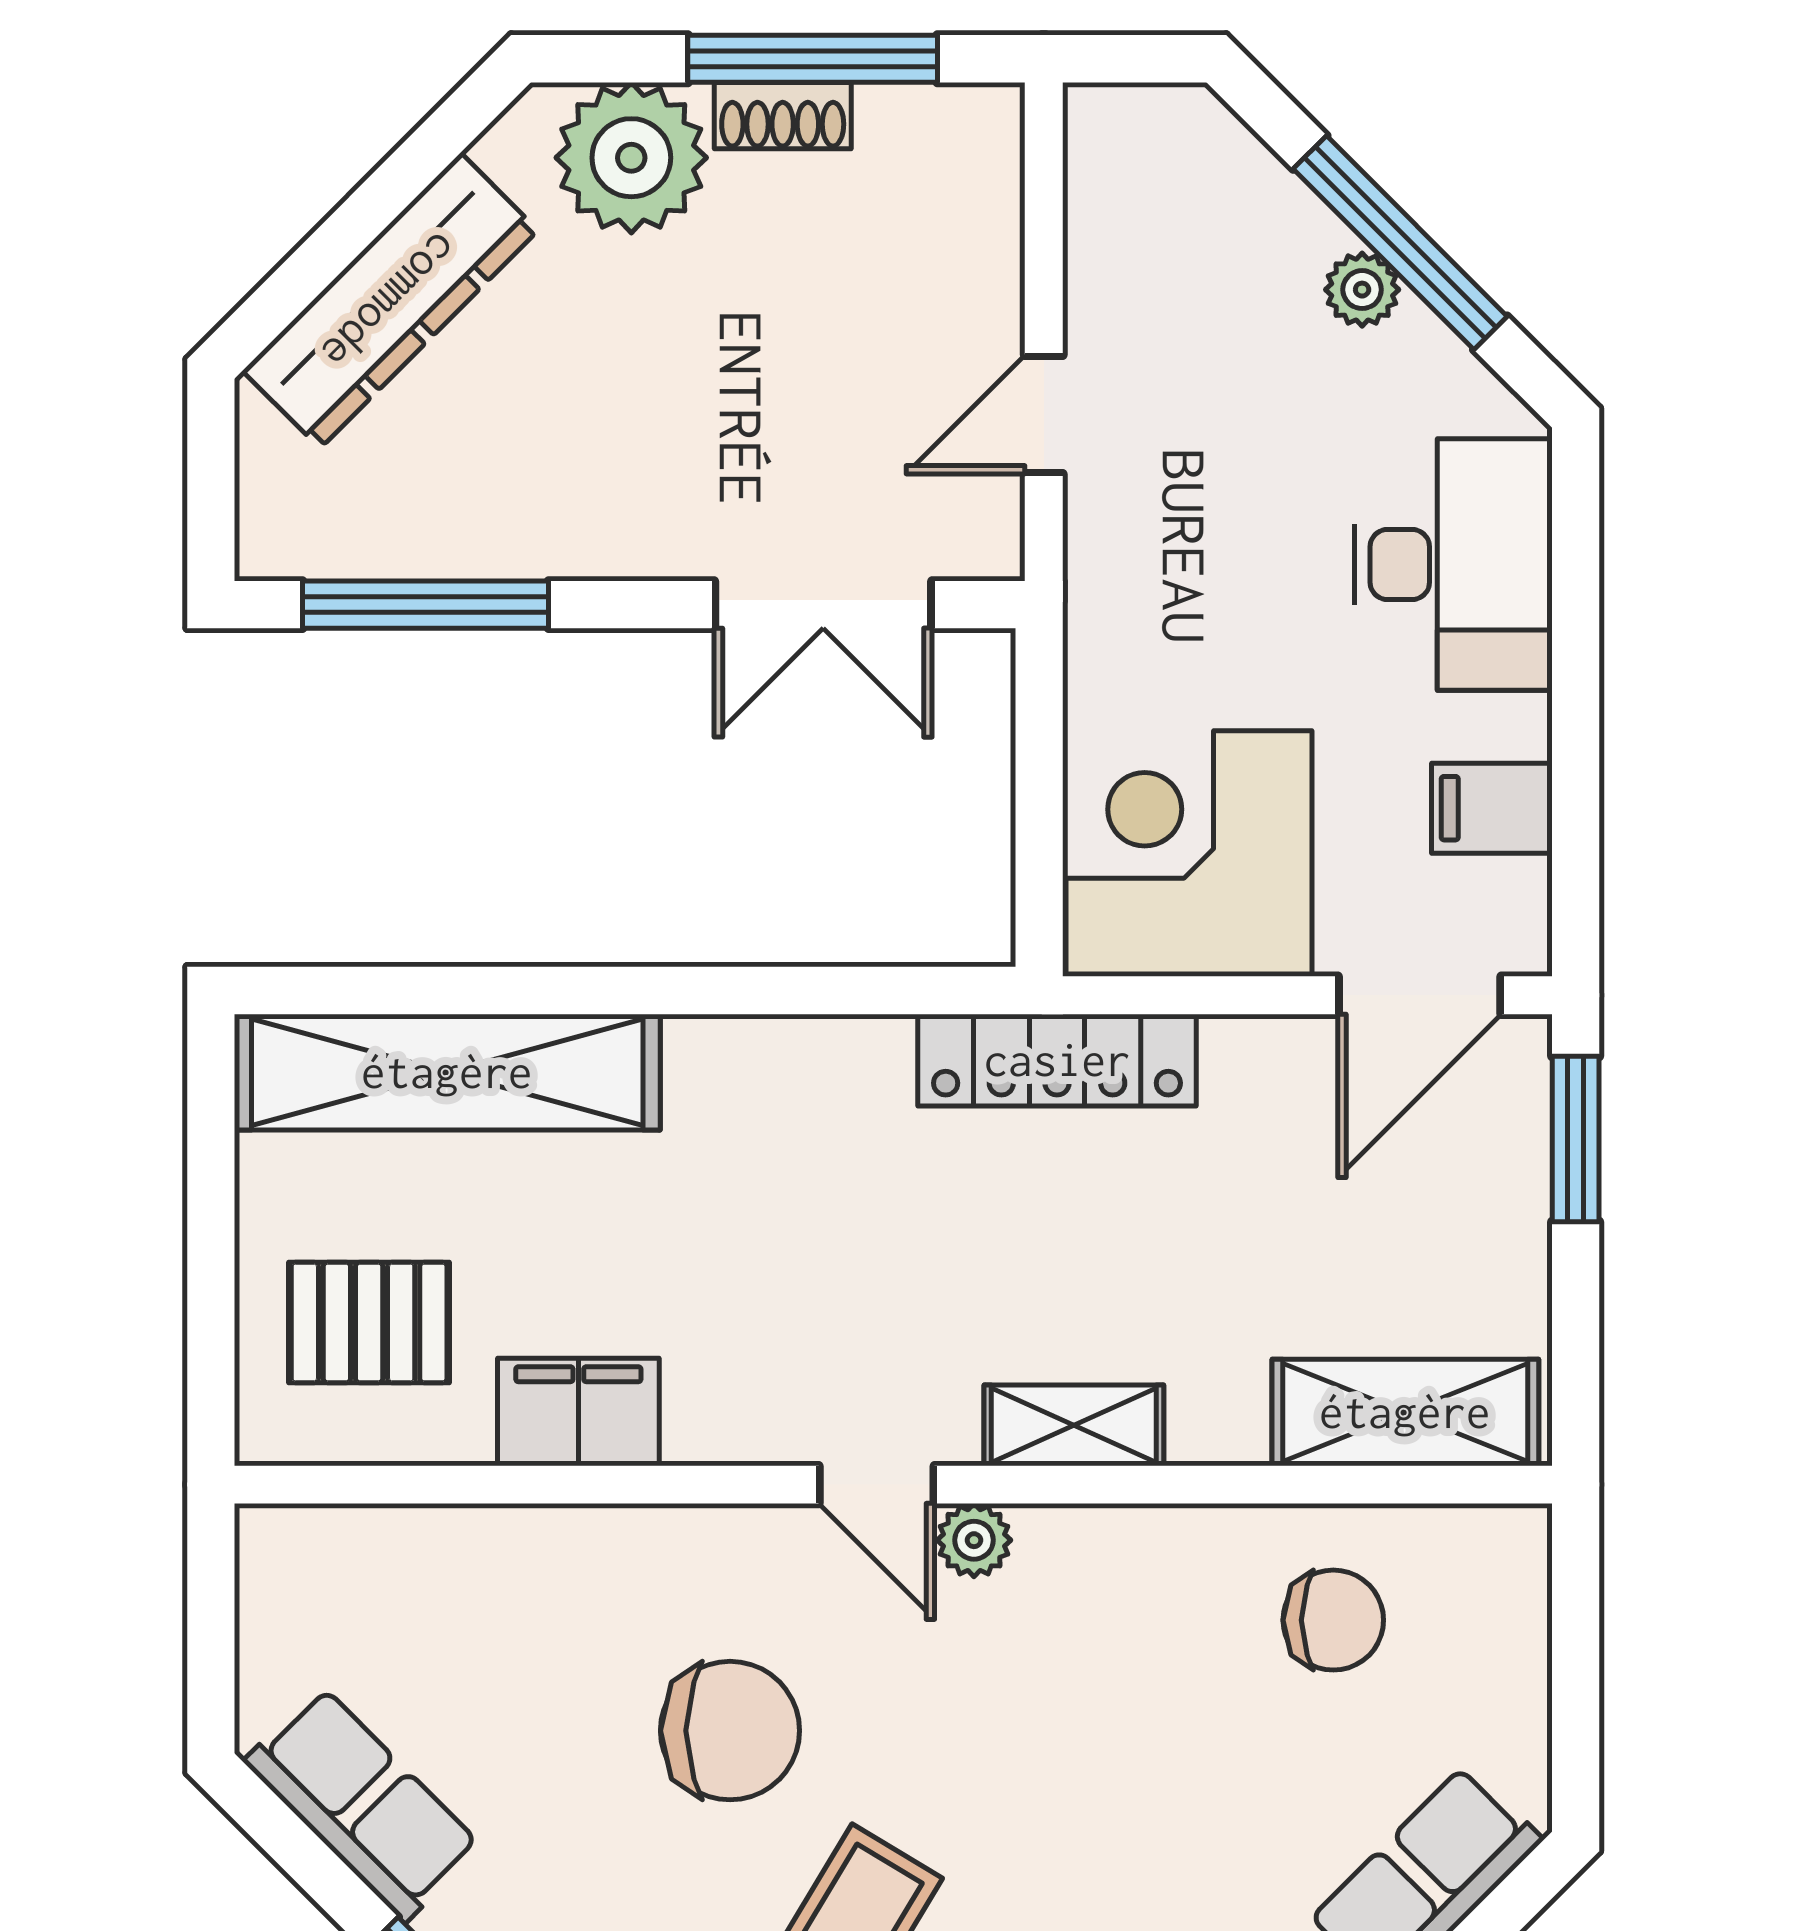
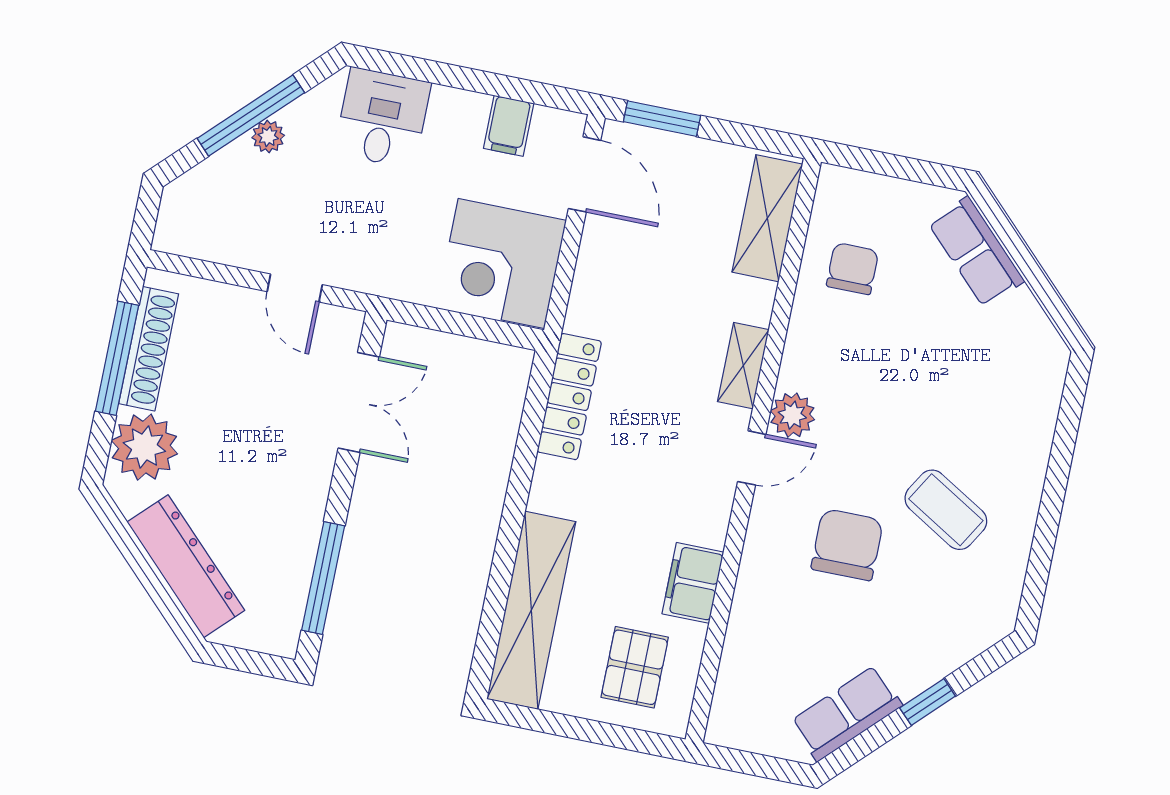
shoe rack: (783, 116) -> (149, 349), width x1.94, depth x1.24
desk: (1453, 564) -> (383, 118), width x0.73
locker: (1057, 1060) -> (569, 397), moved
plant: (974, 1540) -> (792, 415), width x1.38, depth x1.38

